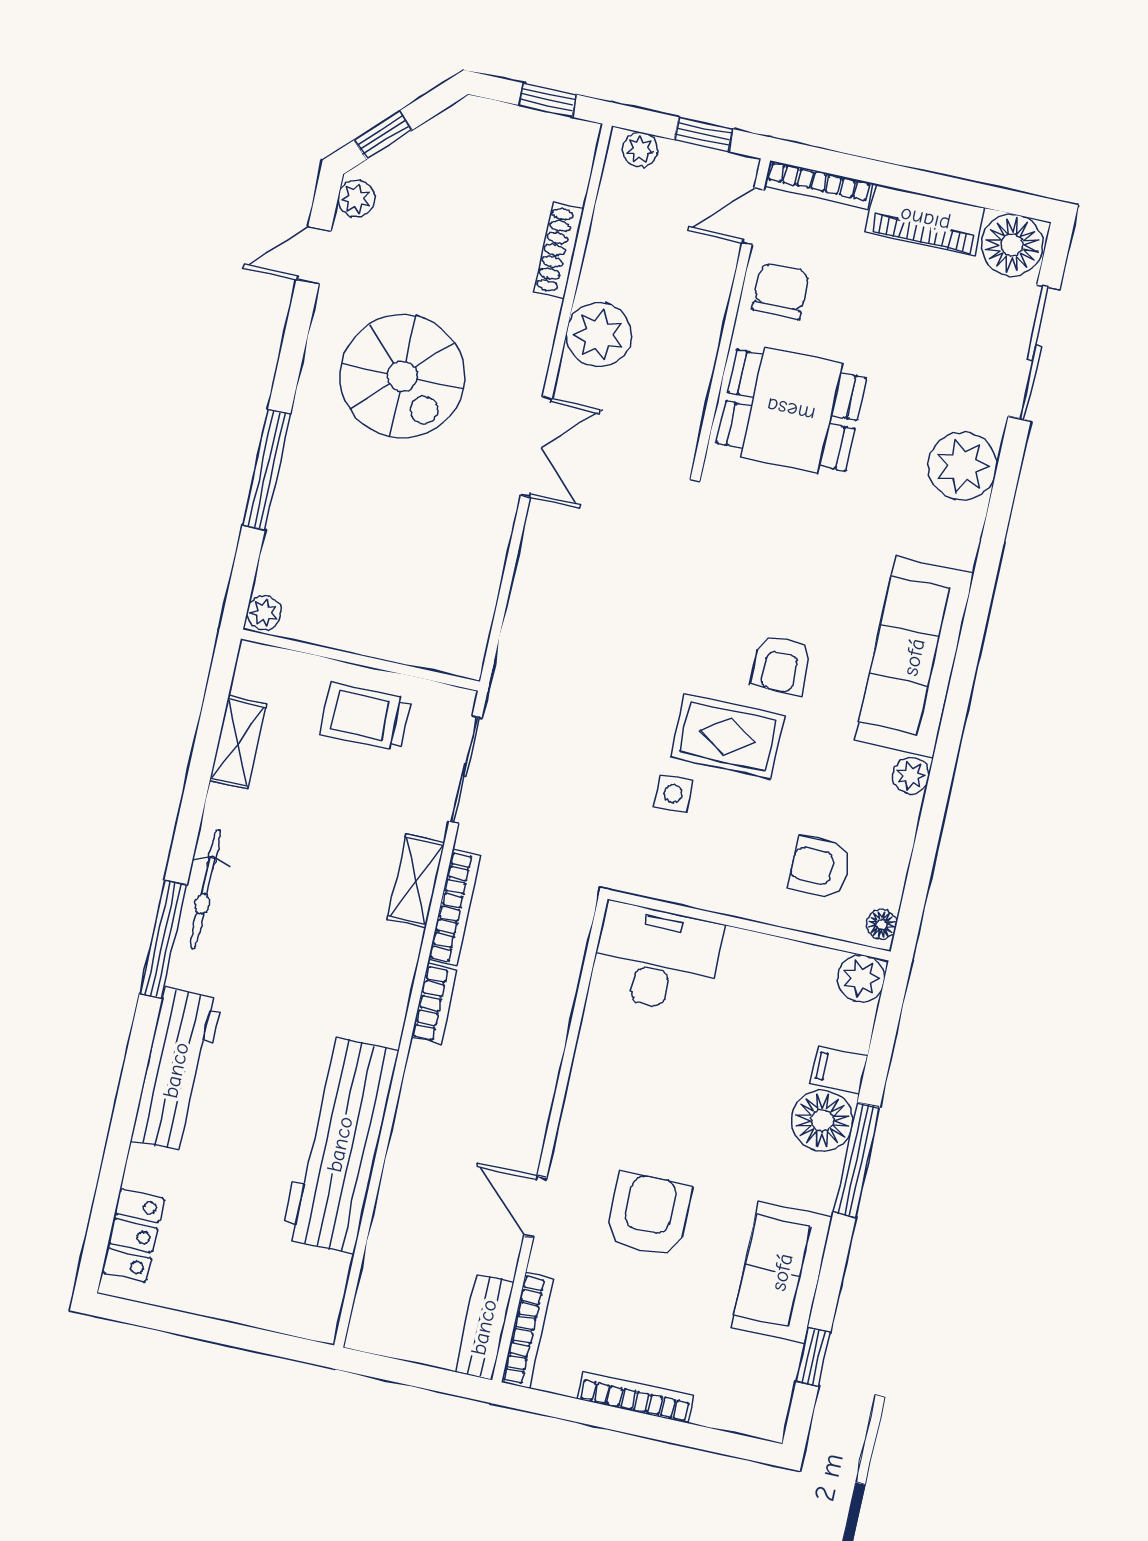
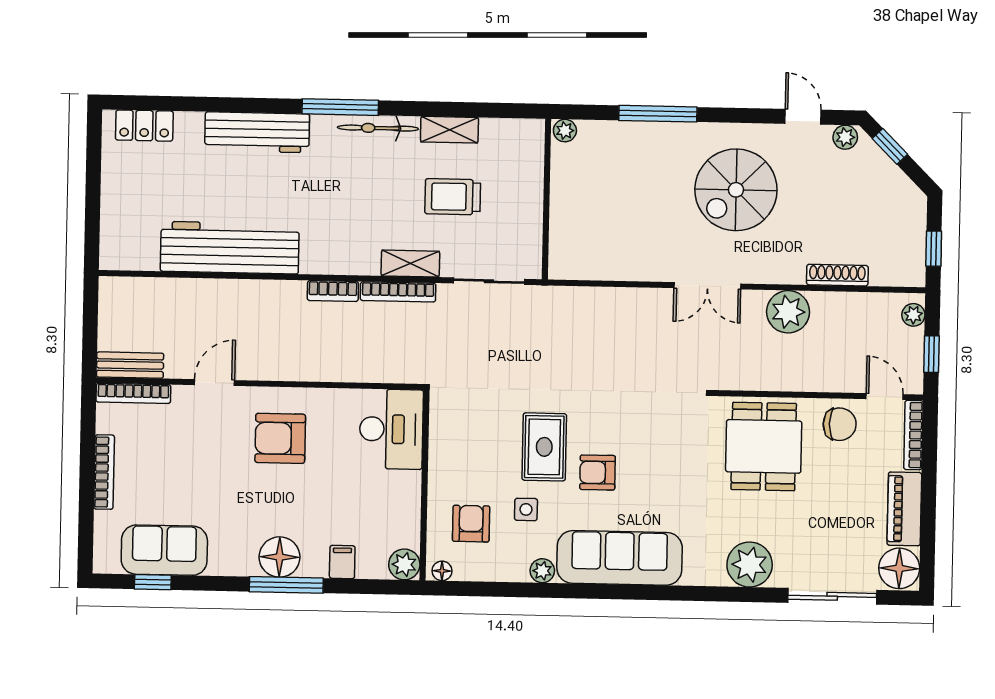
trolley: (366, 716) -> (453, 197), moved, turned -90
shelving: (238, 743) -> (449, 130), moved
side table: (673, 794) -> (526, 509), moved
floor lamp: (822, 1121) -> (279, 557), moved
armchair: (648, 1215) -> (280, 438), moved, turned 180
sofa: (782, 1272) -> (164, 550), moved

